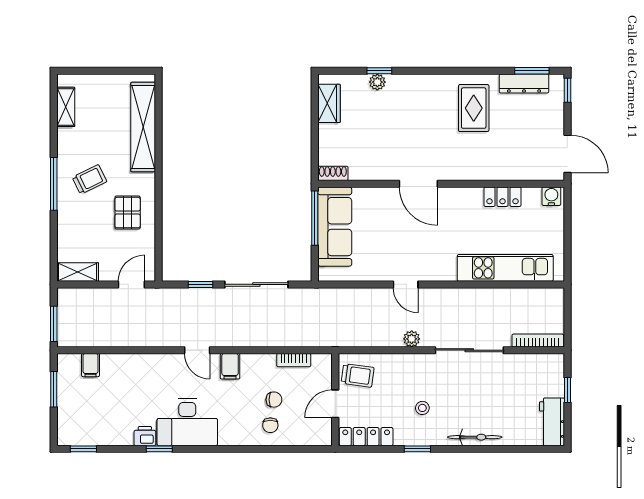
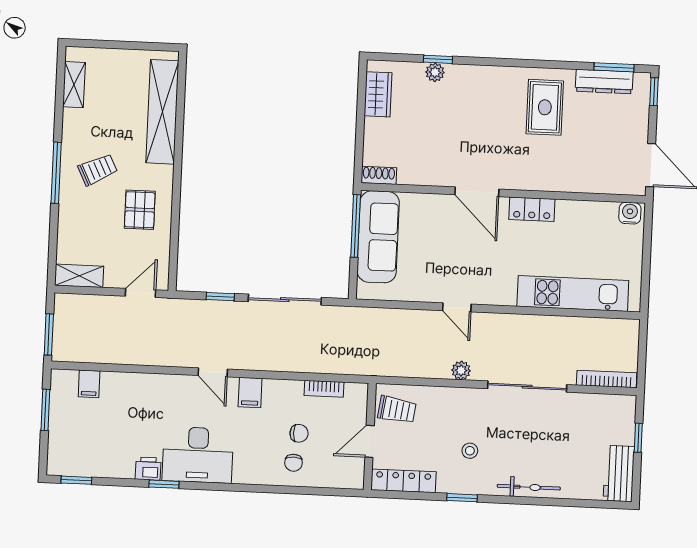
locker: (503, 197) -> (532, 209), moved

